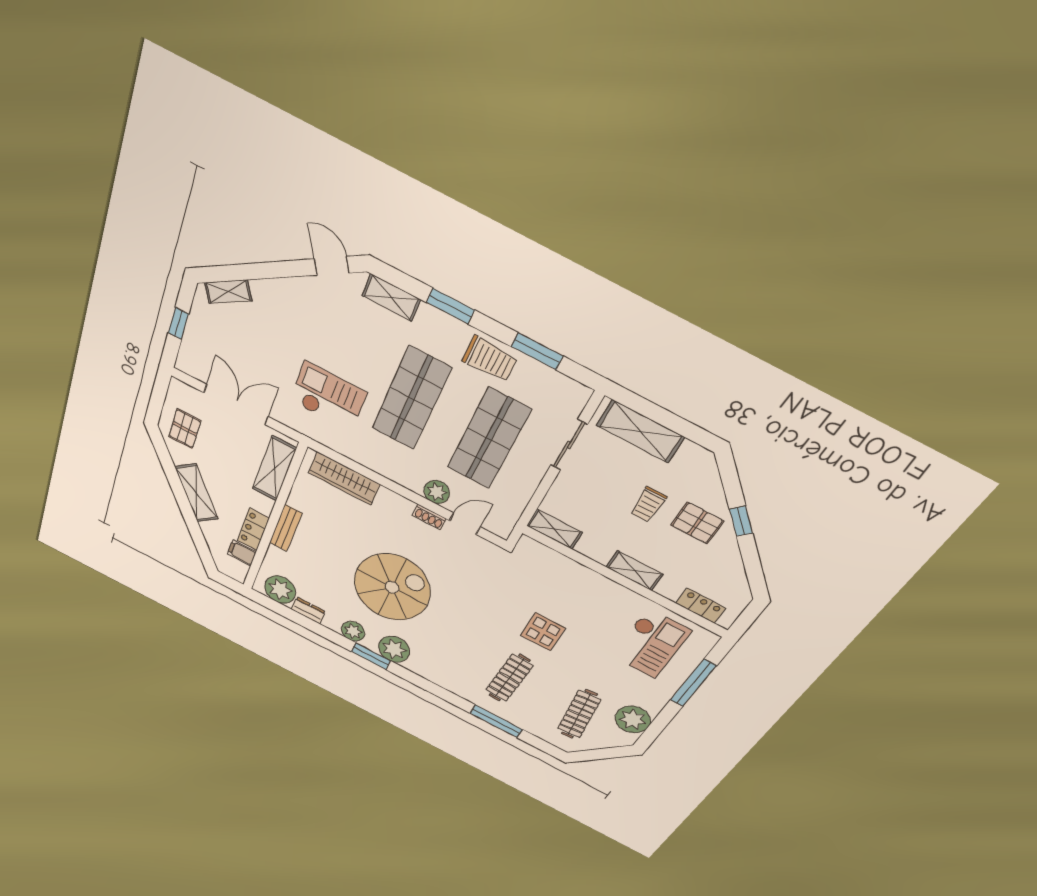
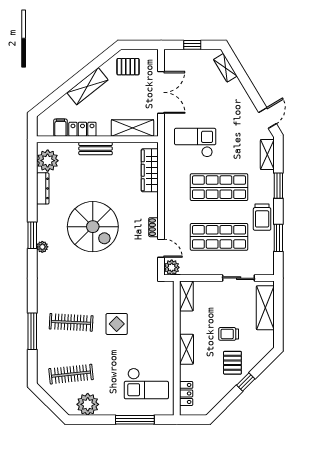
checkout: (328, 397) -> (195, 143), turned -90
plant: (437, 492) -> (172, 267), moved
dresser: (308, 610) -> (43, 188), width x1.44
plant: (353, 631) -> (45, 217), removed
plant: (394, 649) -> (42, 247), width x0.53, depth x0.53

